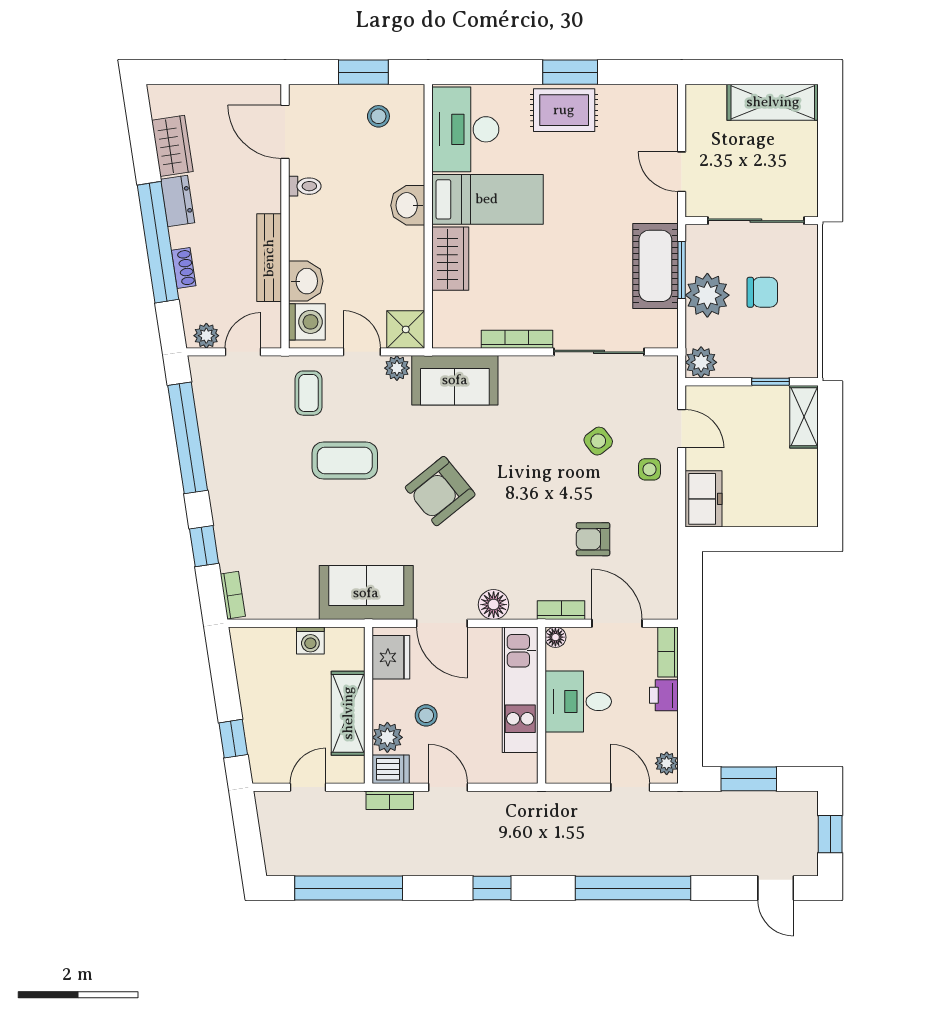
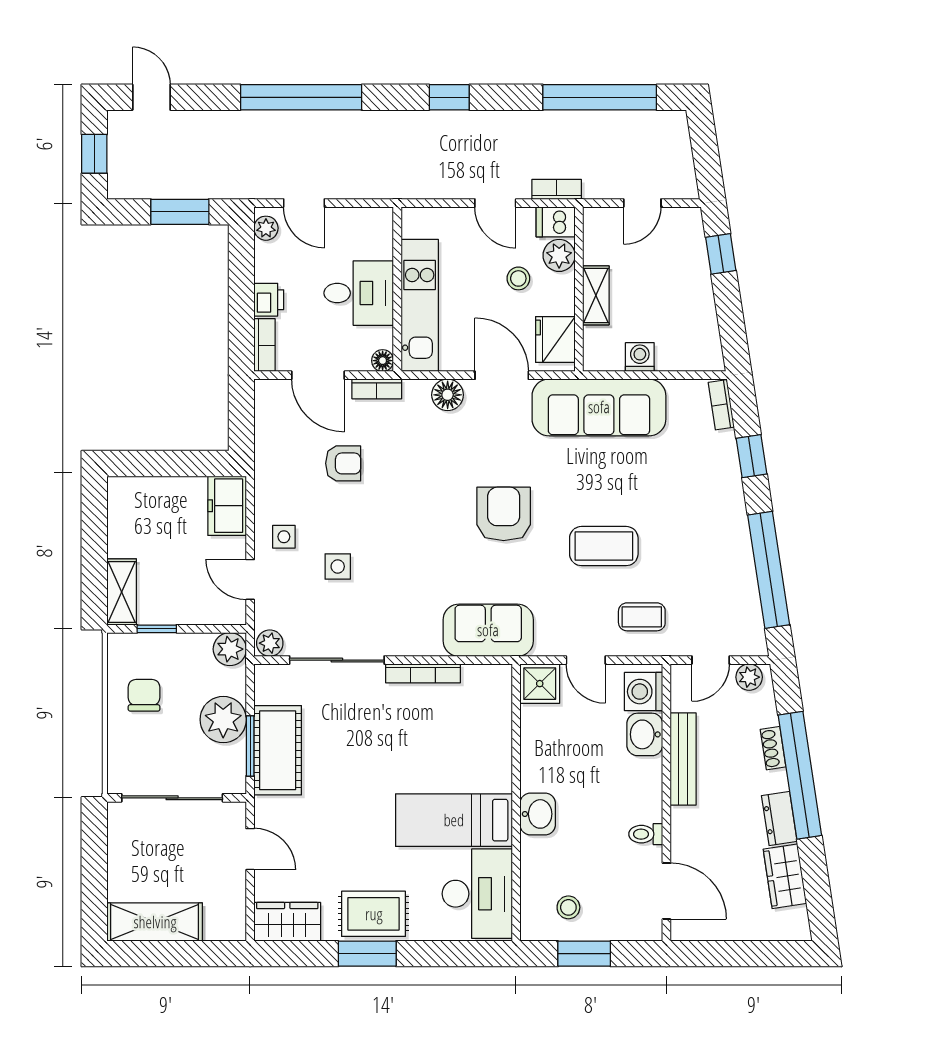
wardrobe: (450, 259) -> (287, 922), moved, turned 90
chair: (762, 292) -> (144, 695), moved, turned 90
plant: (397, 368) -> (270, 643), moved
coffee table: (308, 393) -> (642, 617), turned 90
side table: (598, 441) -> (338, 566), turned 38
armchair: (440, 491) -> (504, 514), turned -51
sofa: (366, 593) -> (599, 407), width x1.36
shelving: (348, 713) -> (596, 295), width x0.67, depth x0.75

